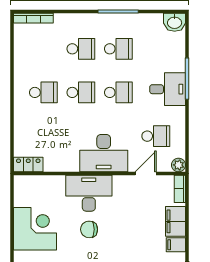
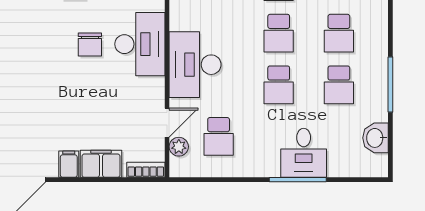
washbasin: (175, 22) -> (375, 138), moved
desk: (168, 89) -> (304, 153), moved
plant: (179, 165) -> (179, 147), moved
door: (146, 173) -> (167, 123), hinge flipped
chair: (89, 229) -> (90, 45), turned 180

